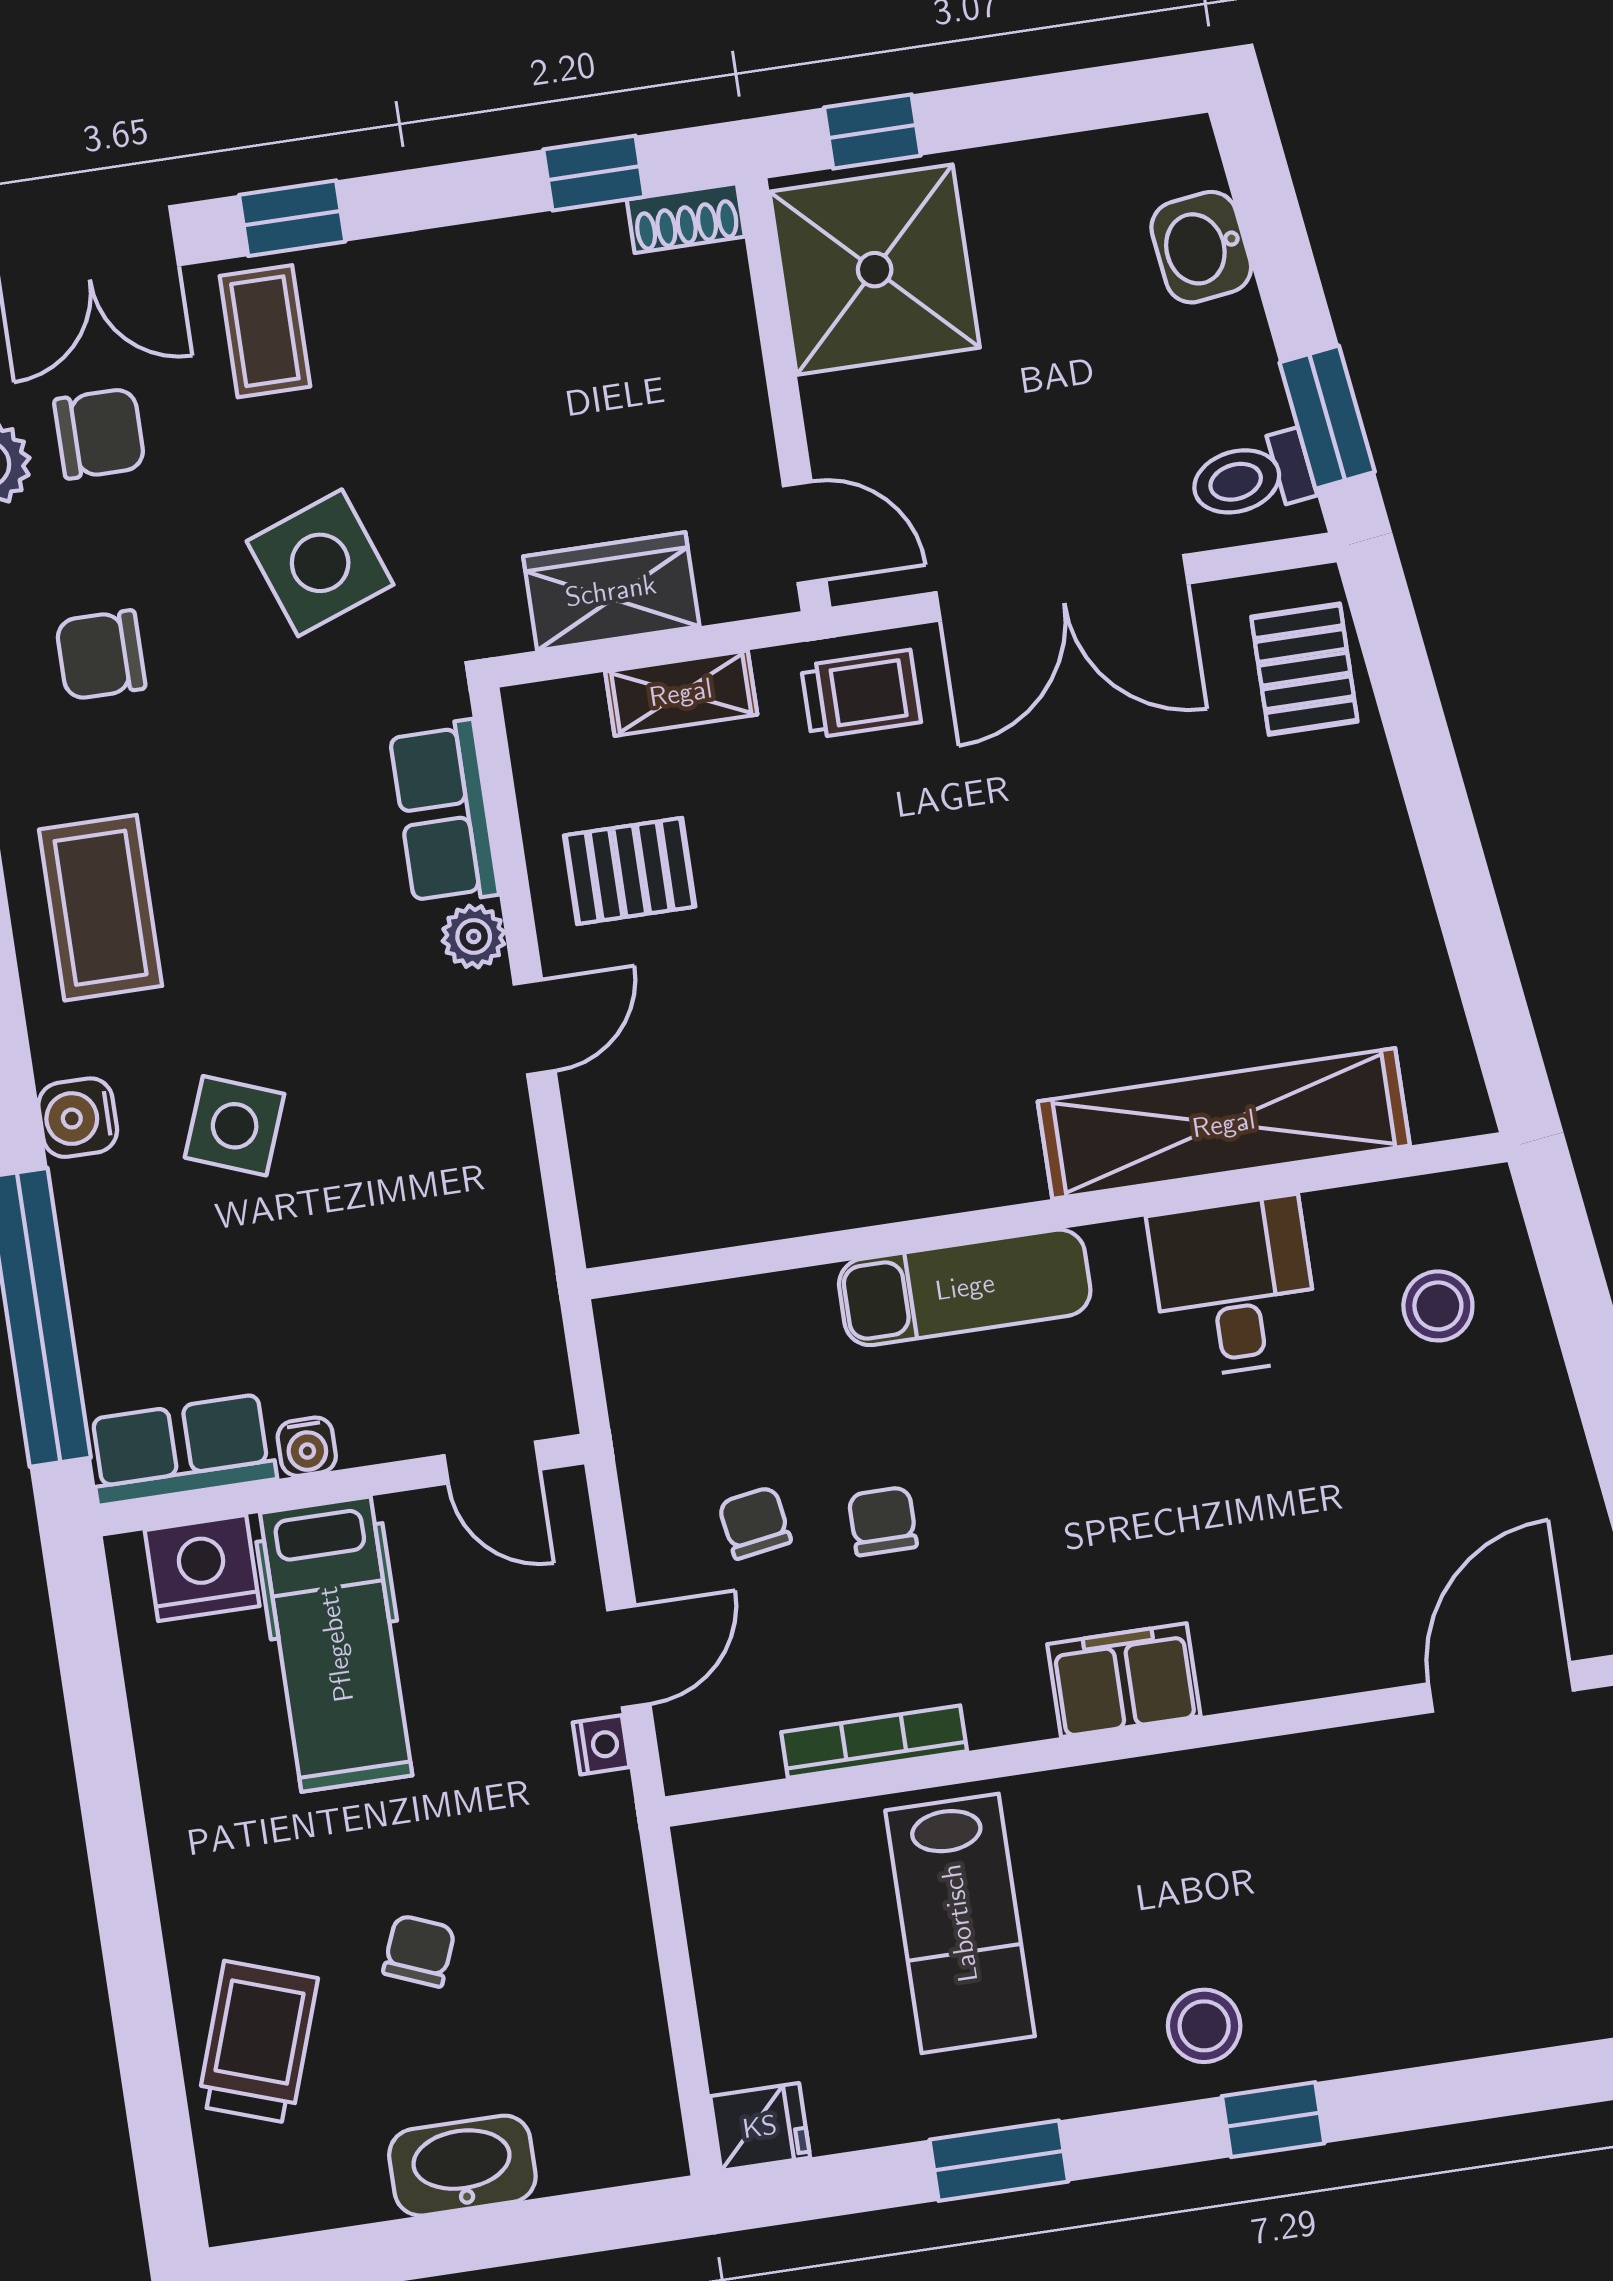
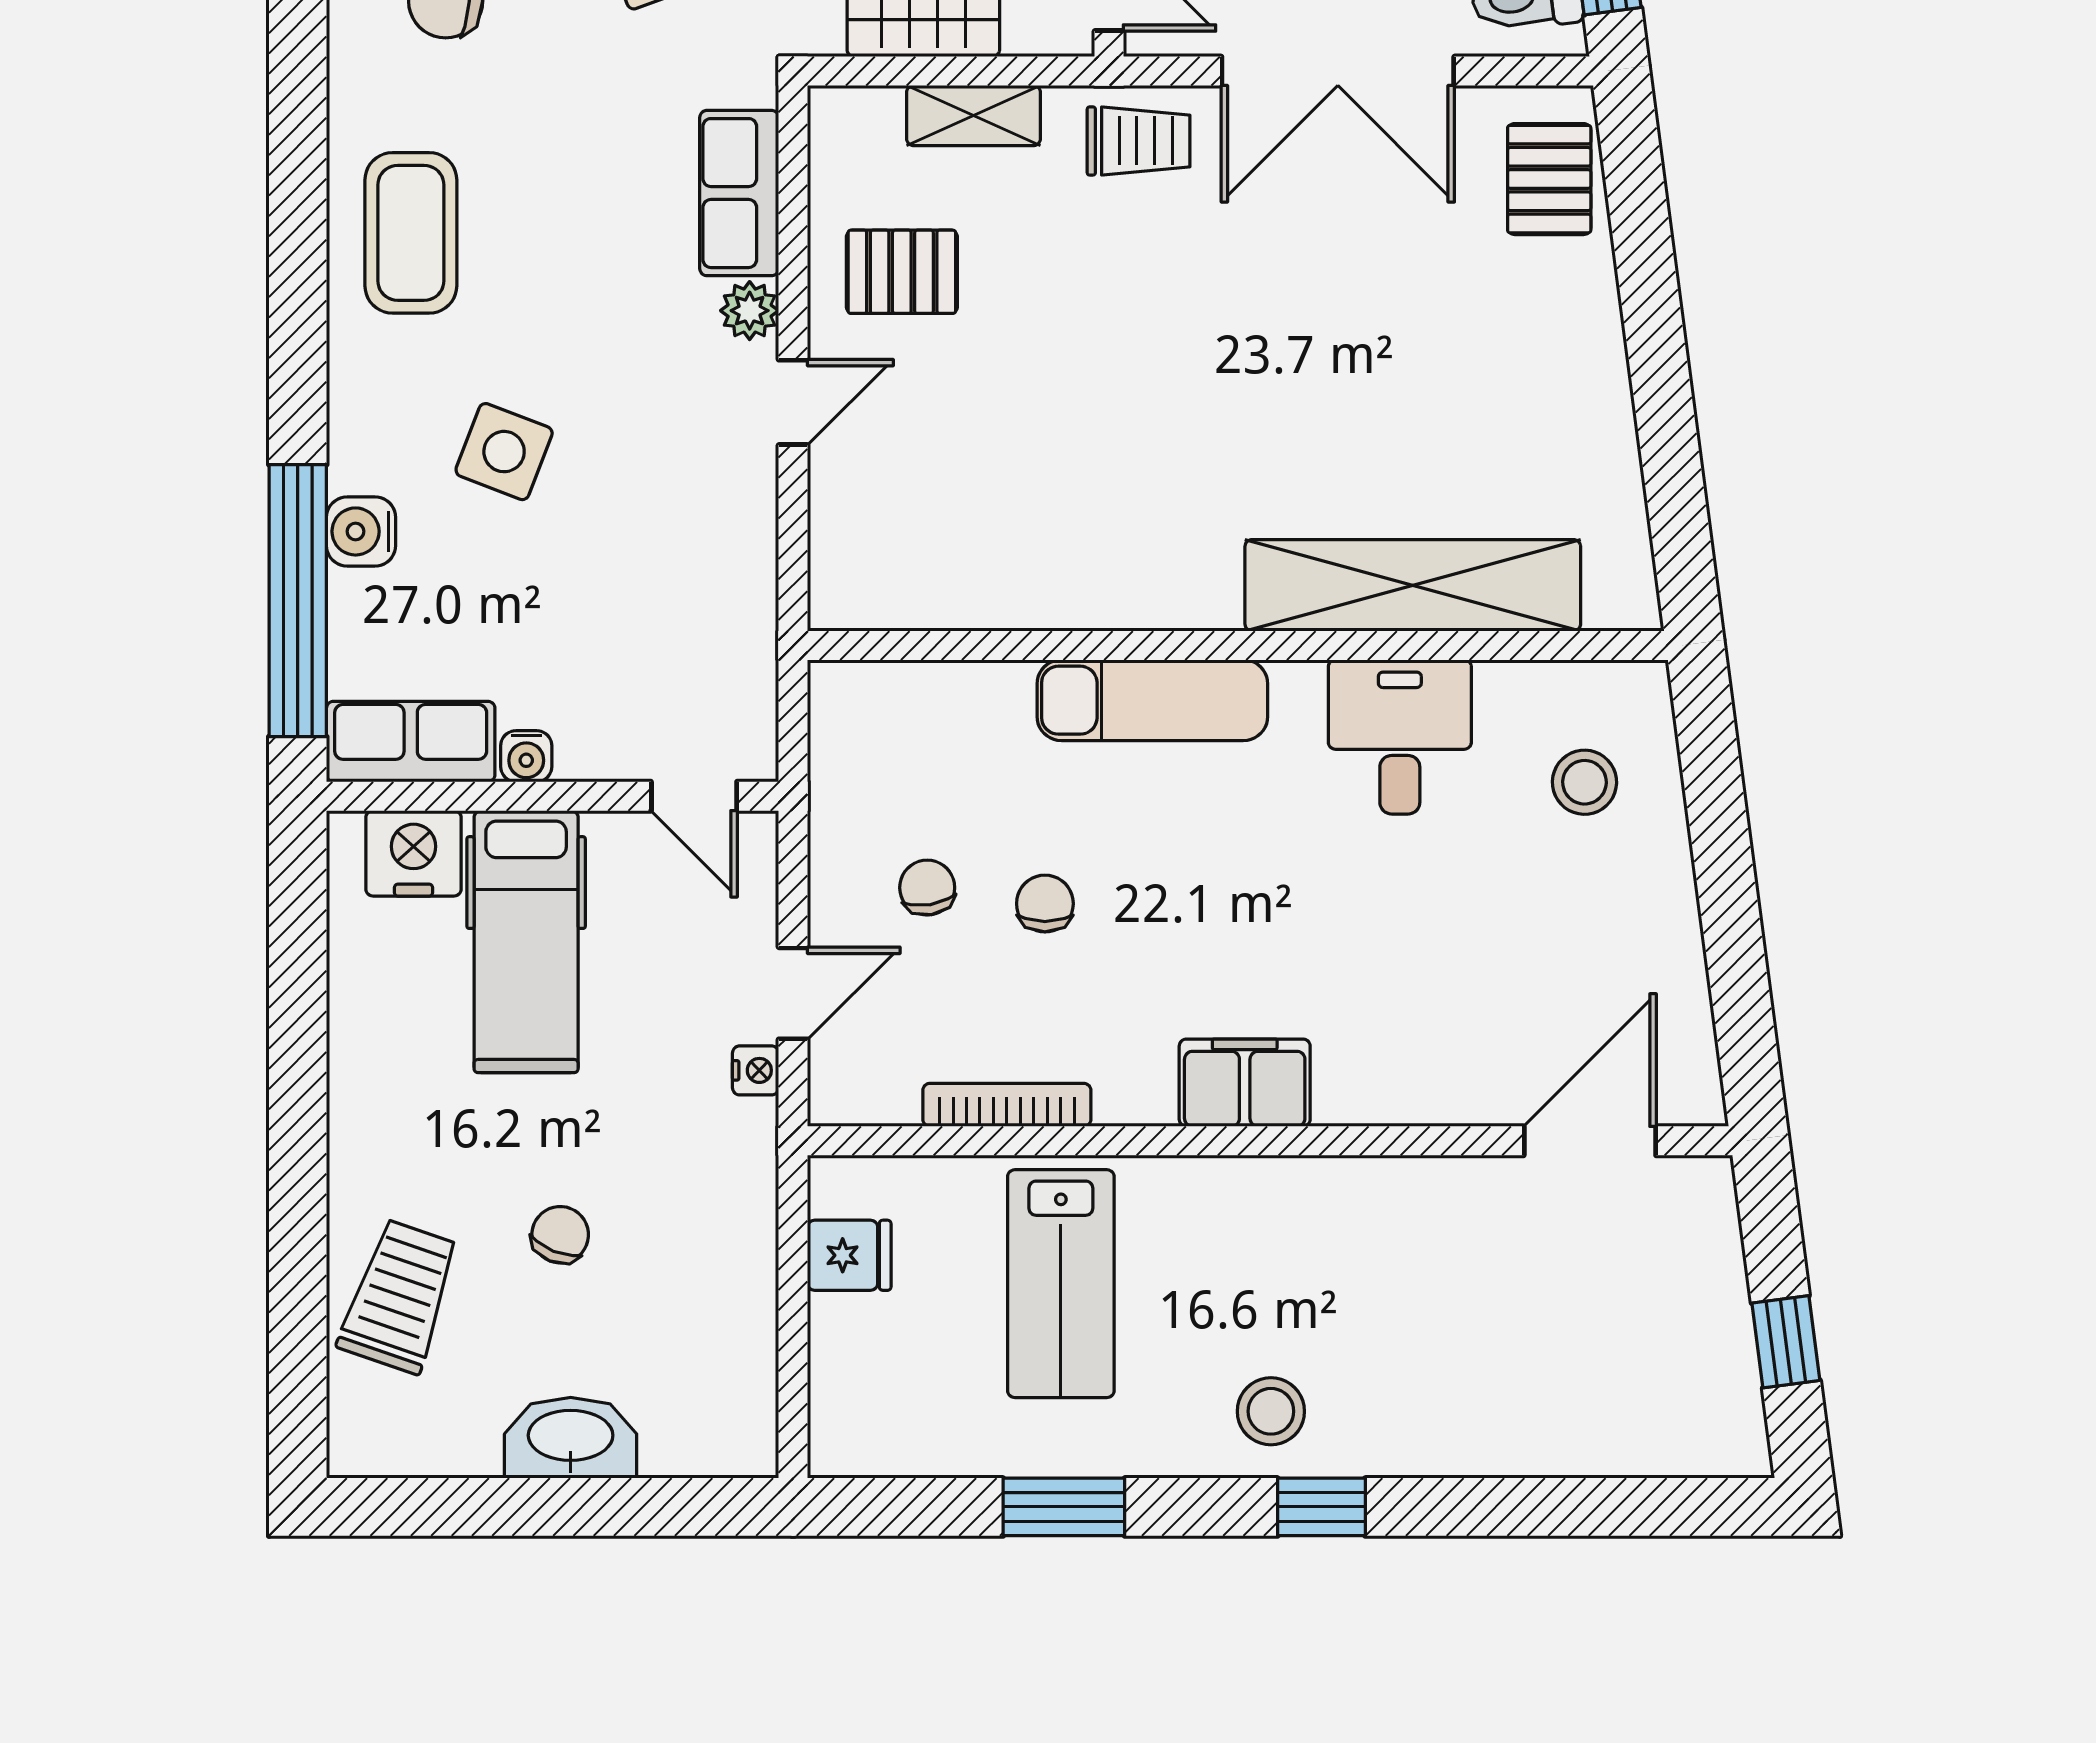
water cooler: (78, 1118) -> (361, 531), moved
fridge: (760, 2127) -> (849, 1255), moved

